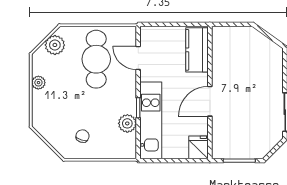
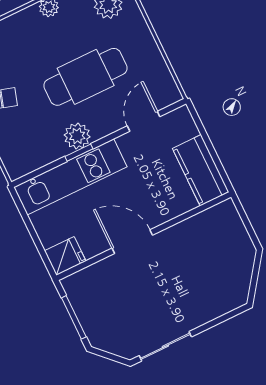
kitchen counter: (197, 50) -> (201, 170), moved, turned -90
cafe table: (96, 59) -> (86, 77), moved
plant: (127, 123) -> (77, 136), moved

